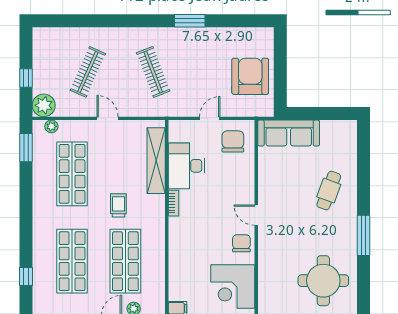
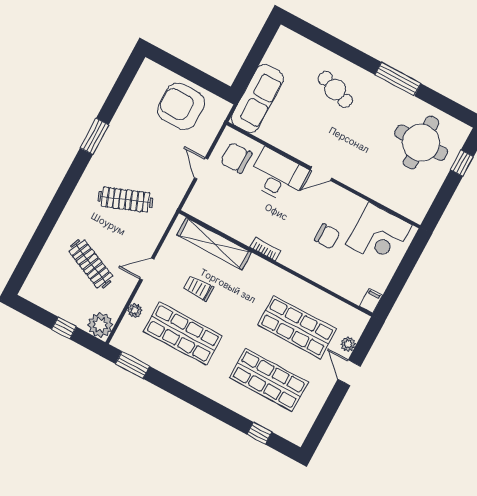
plant: (51, 126) -> (135, 311), moved
desk: (186, 166) -> (278, 176), moved, turned 180
trolley: (118, 205) -> (198, 288), moved
chair: (241, 243) -> (327, 236), moved, turned 180

